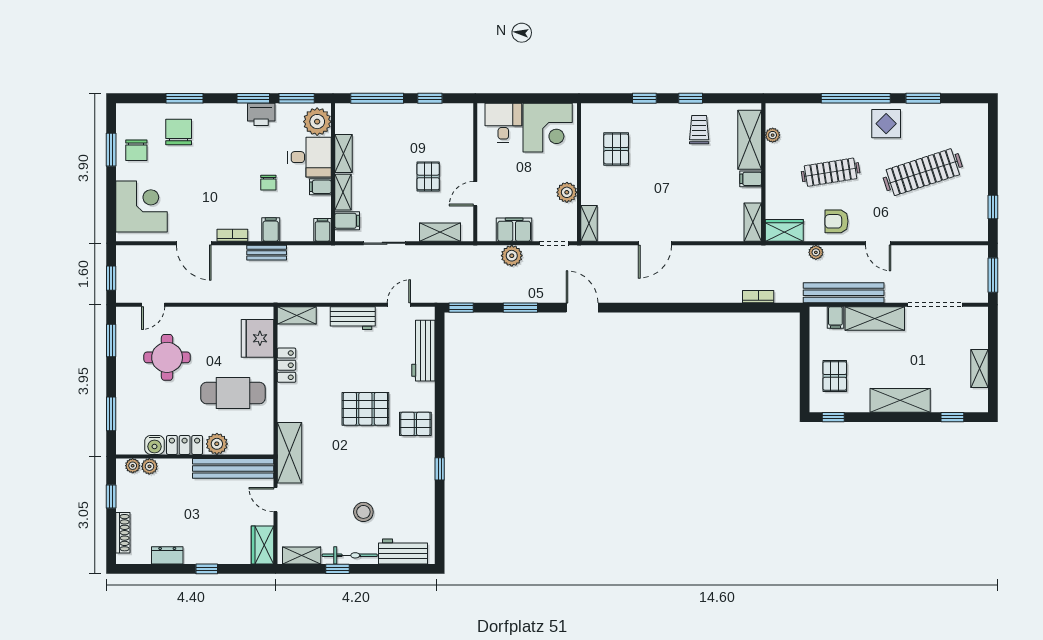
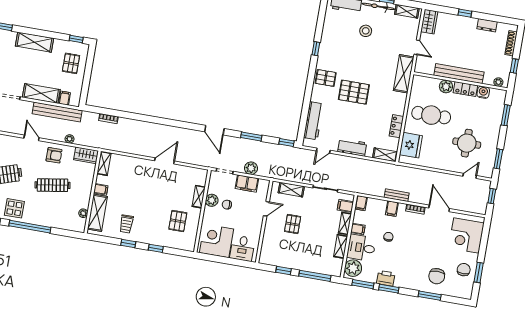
chair: (541, 190) -> (227, 205), added
shelving: (589, 223) -> (199, 197), moved
plant: (149, 466) -> (488, 80), removed
bench: (233, 468) -> (459, 74), moved

